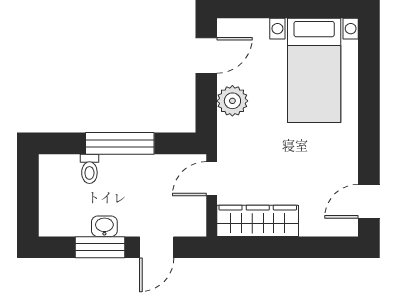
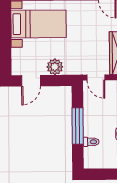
door: (206, 55) -> (31, 81), swing flipped

